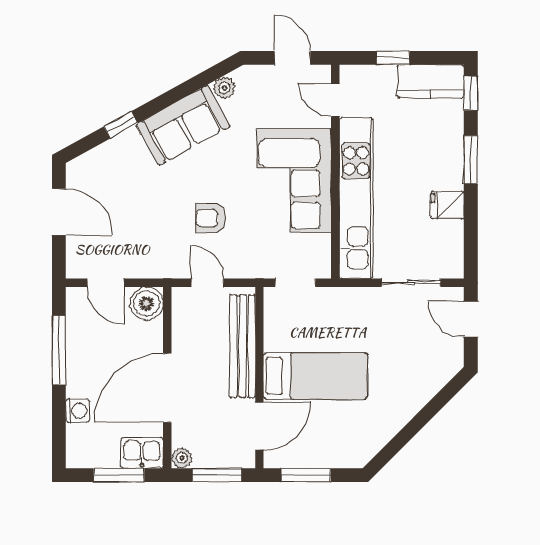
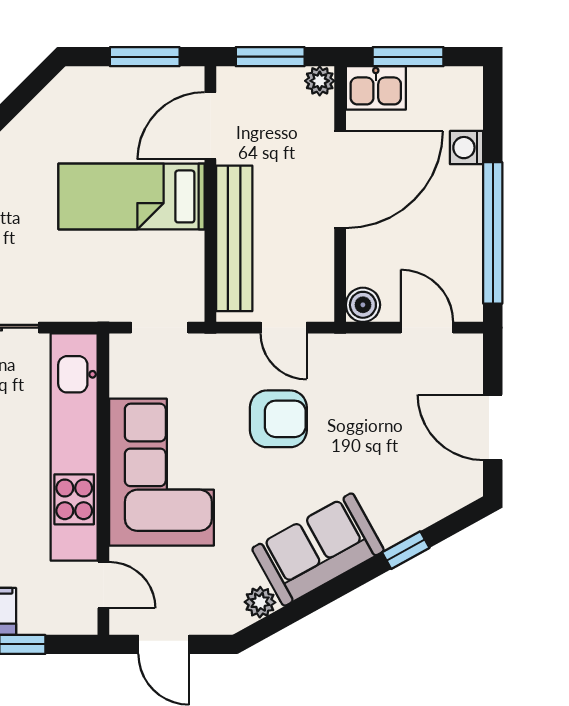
armchair: (211, 218) -> (278, 419), width x1.38, depth x1.38
boiler: (147, 303) -> (363, 305), width x0.73, depth x0.73
window: (59, 350) -> (493, 233), width x1.46

